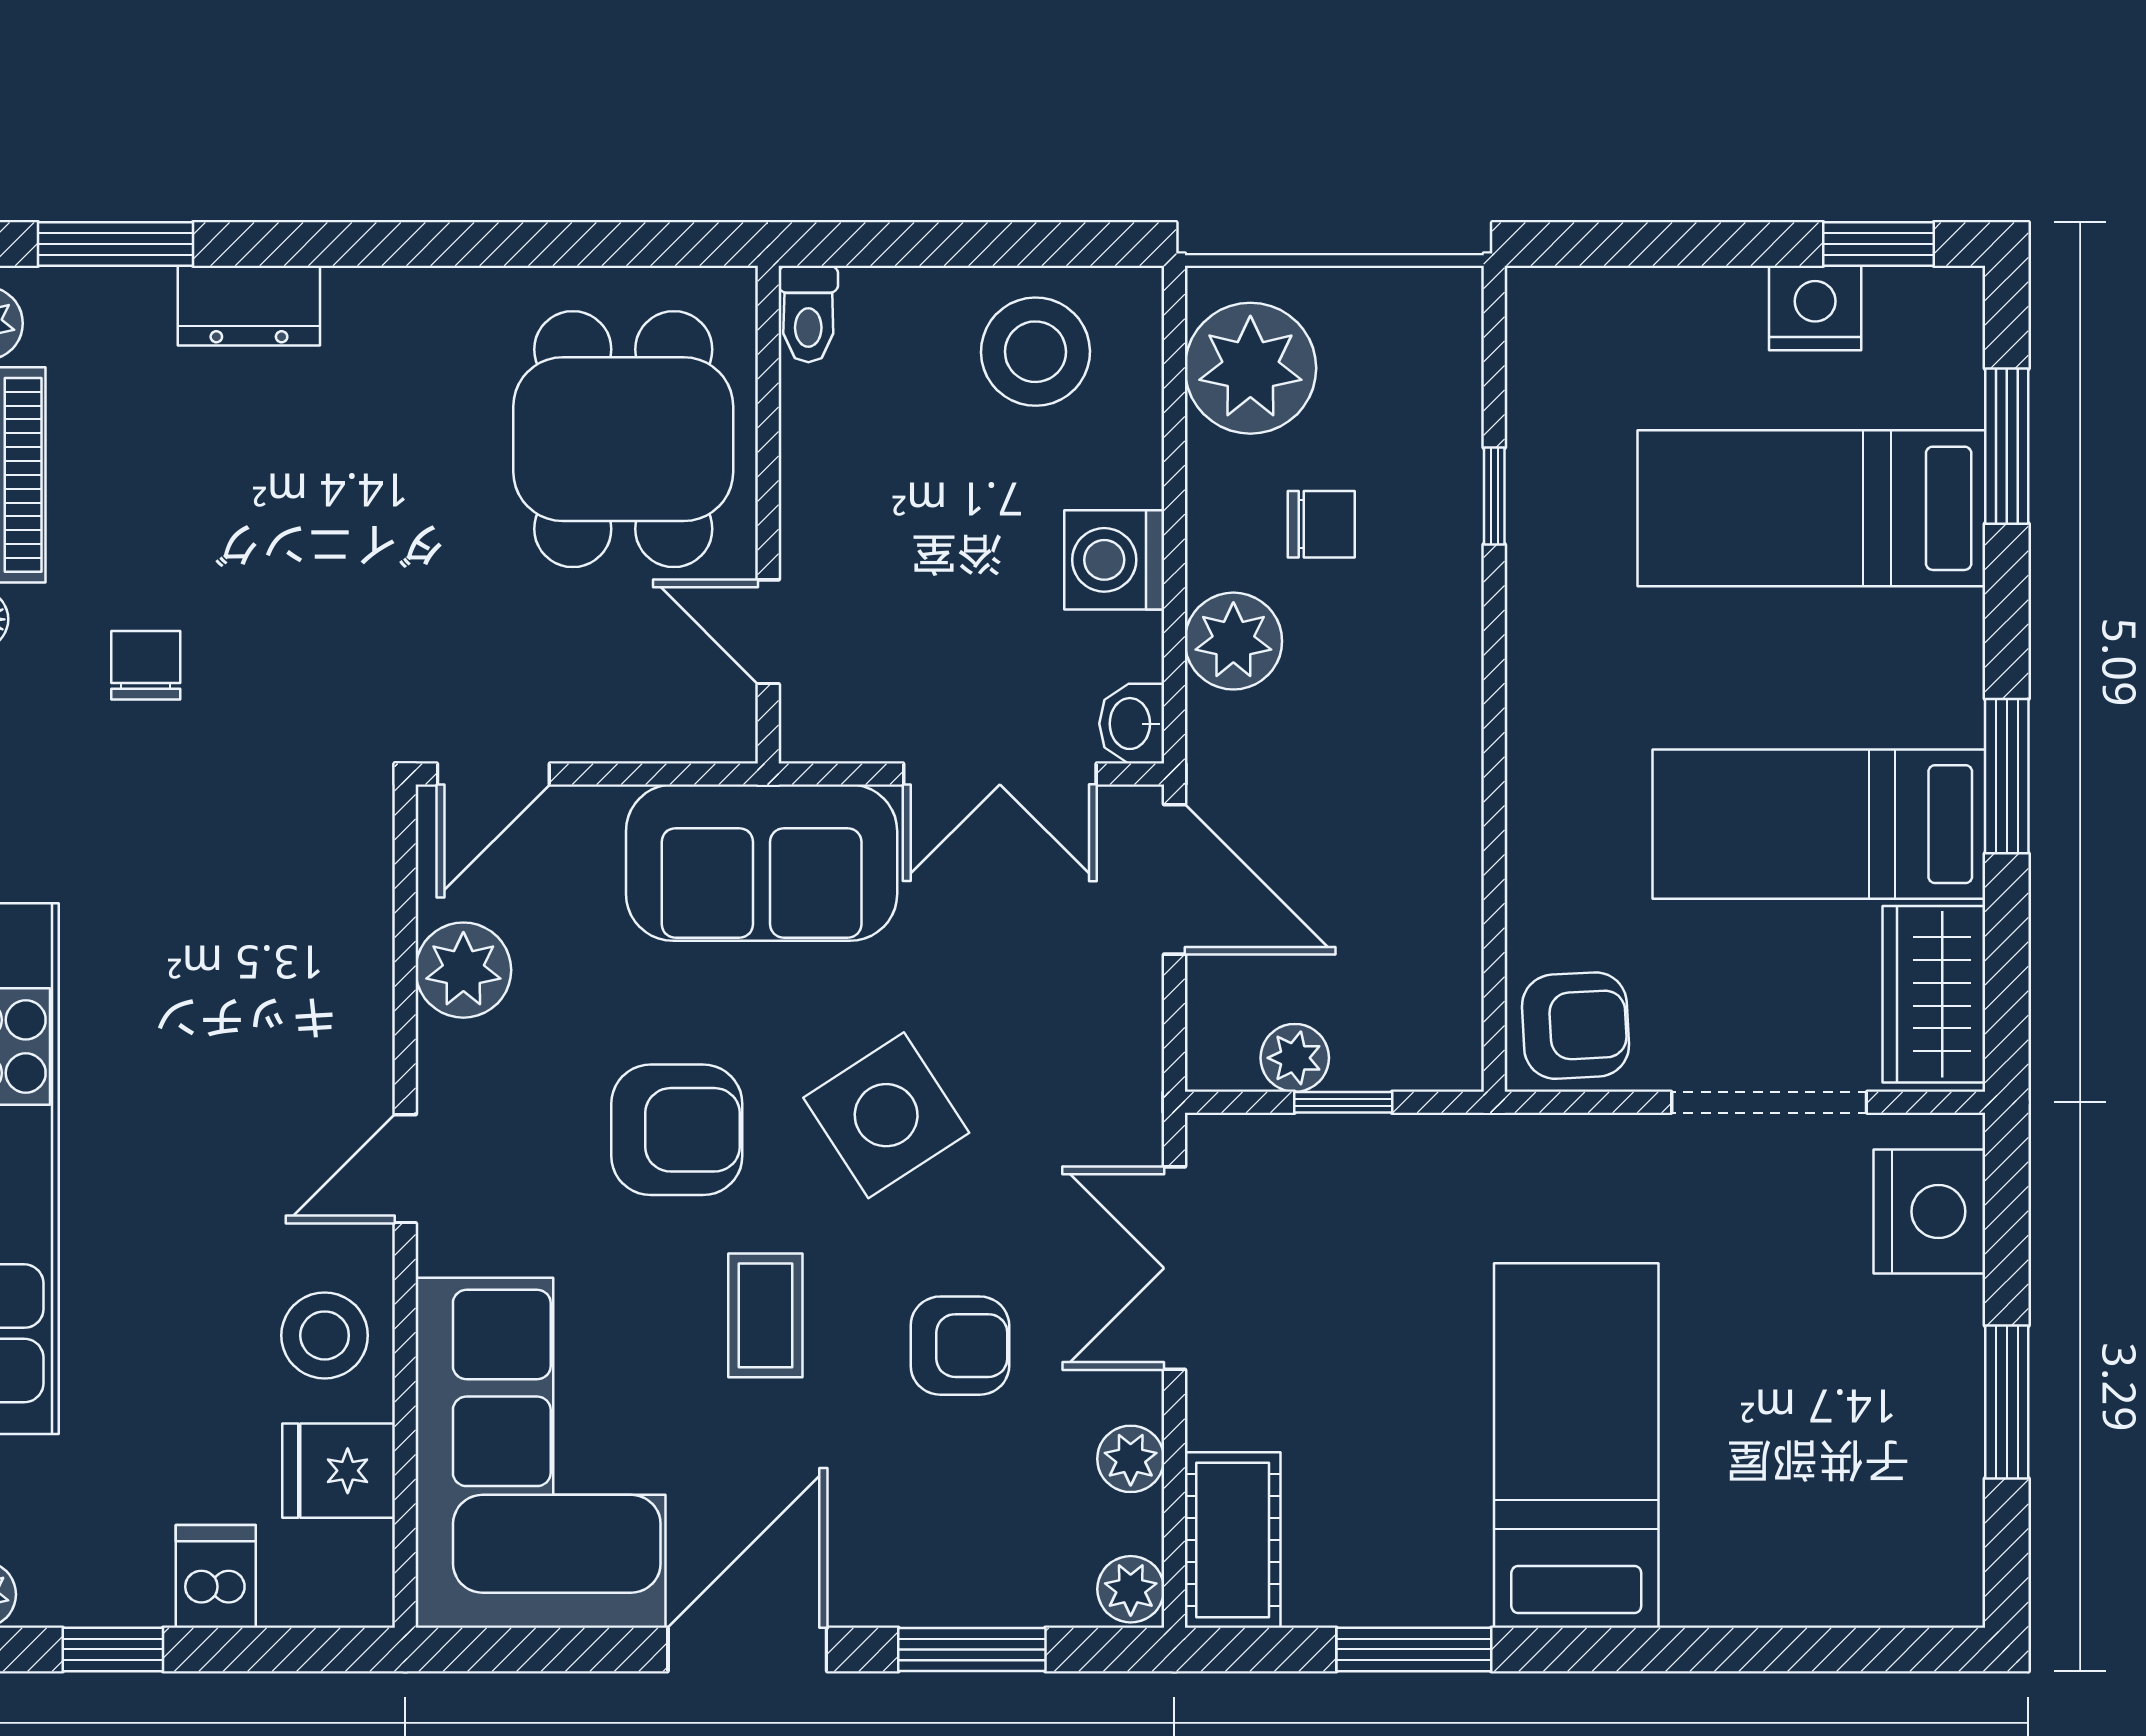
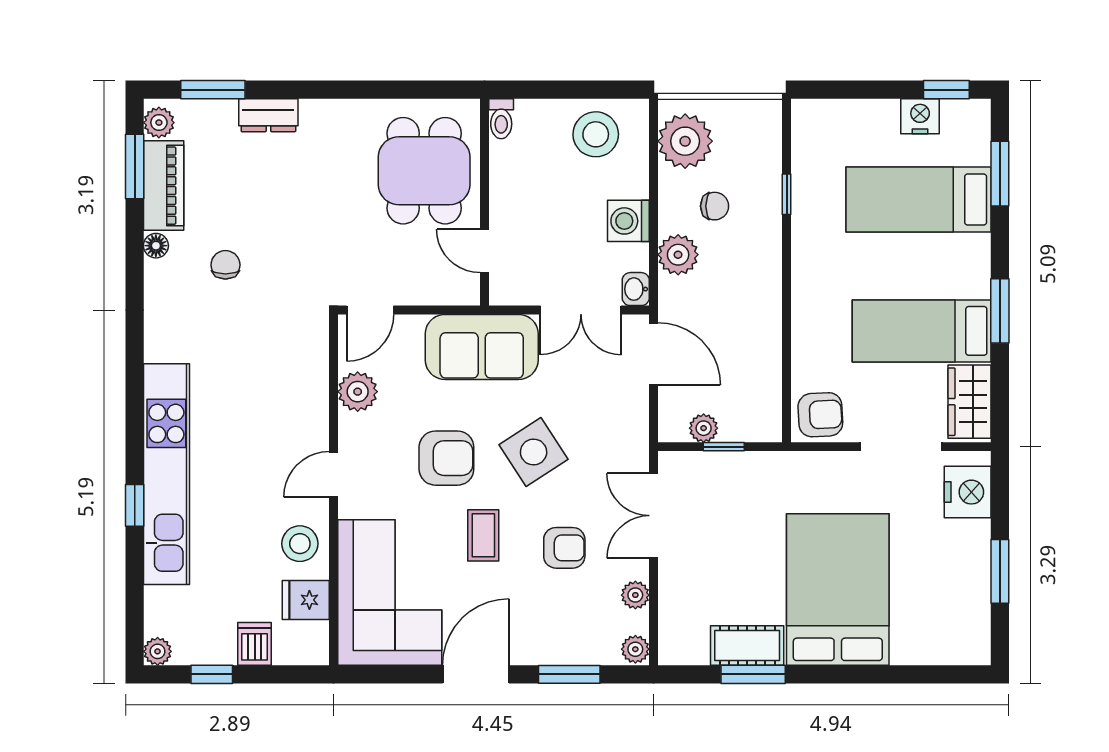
bed: (1576, 1445) -> (838, 589), width x1.50
cot: (1233, 1540) -> (747, 645), moved, turned 90

